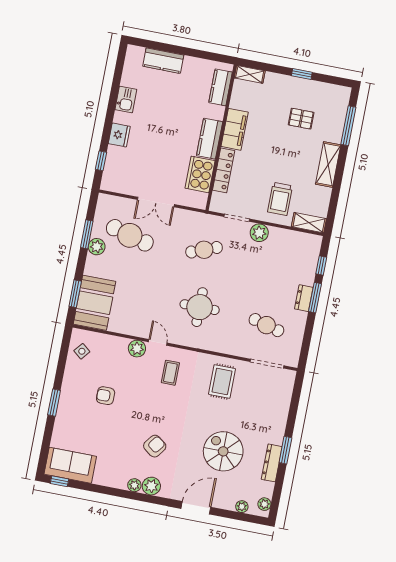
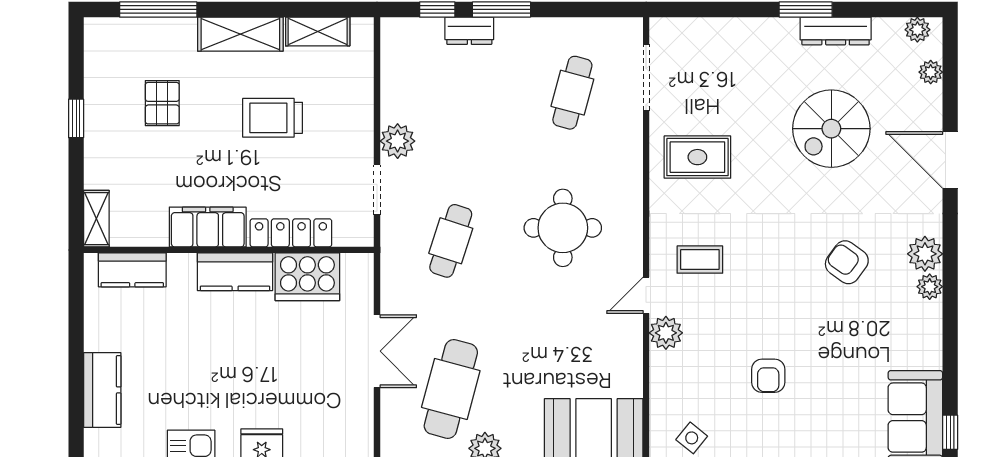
trolley: (280, 199) -> (273, 118), moved, turned 180
shelving: (309, 223) -> (318, 31), moved, turned 90
cafe table: (204, 250) -> (451, 241), turned 39
dresser: (304, 298) -> (469, 31), moved

